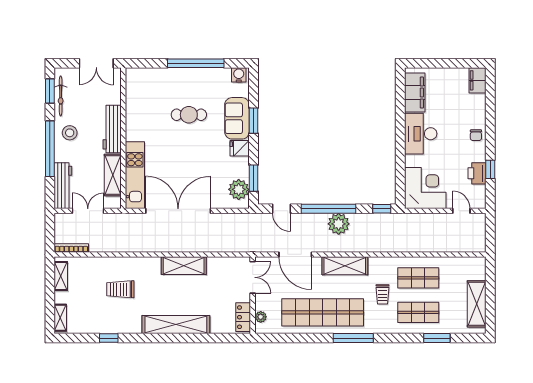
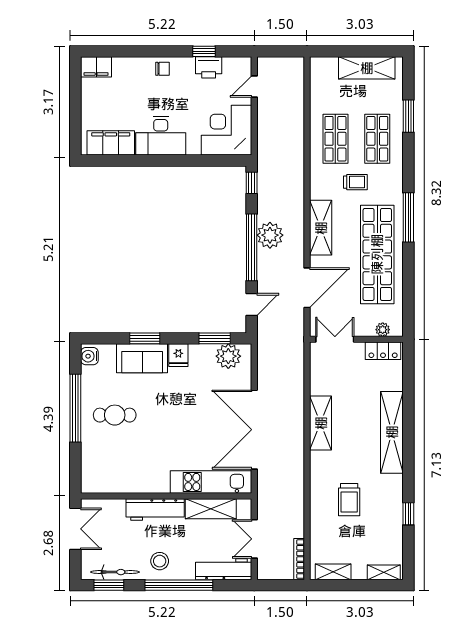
cafe table: (189, 115) -> (115, 415), moved, turned 90

